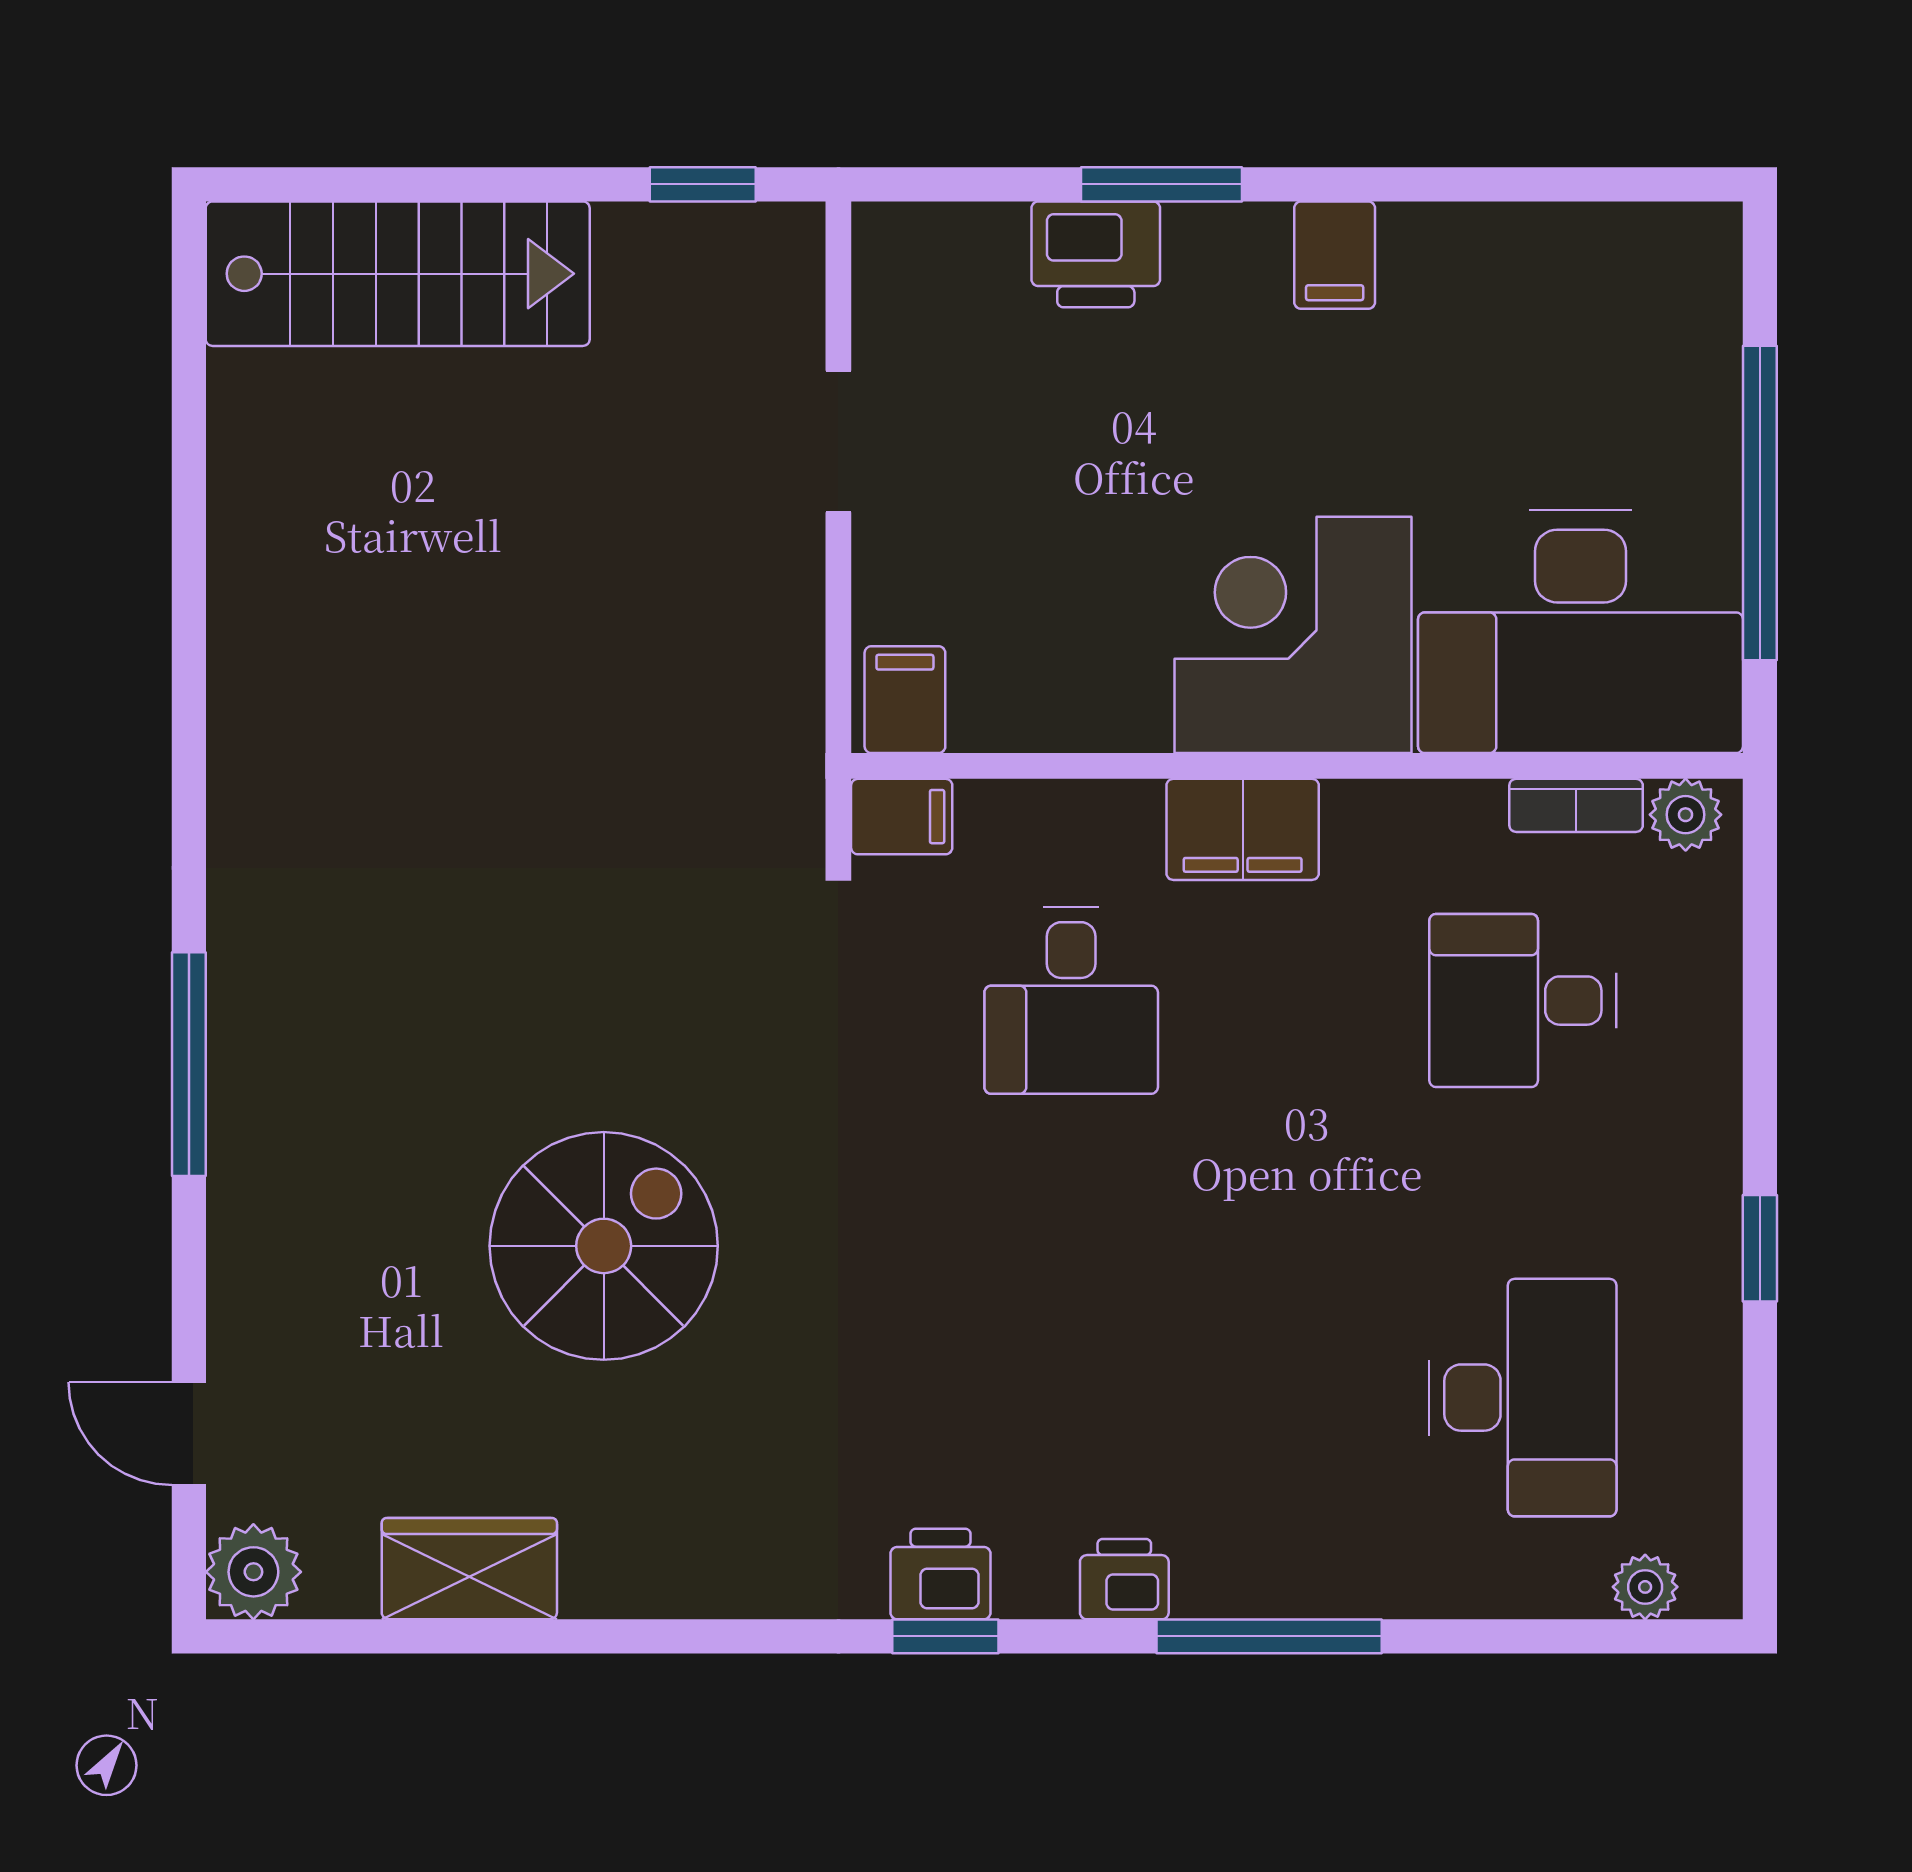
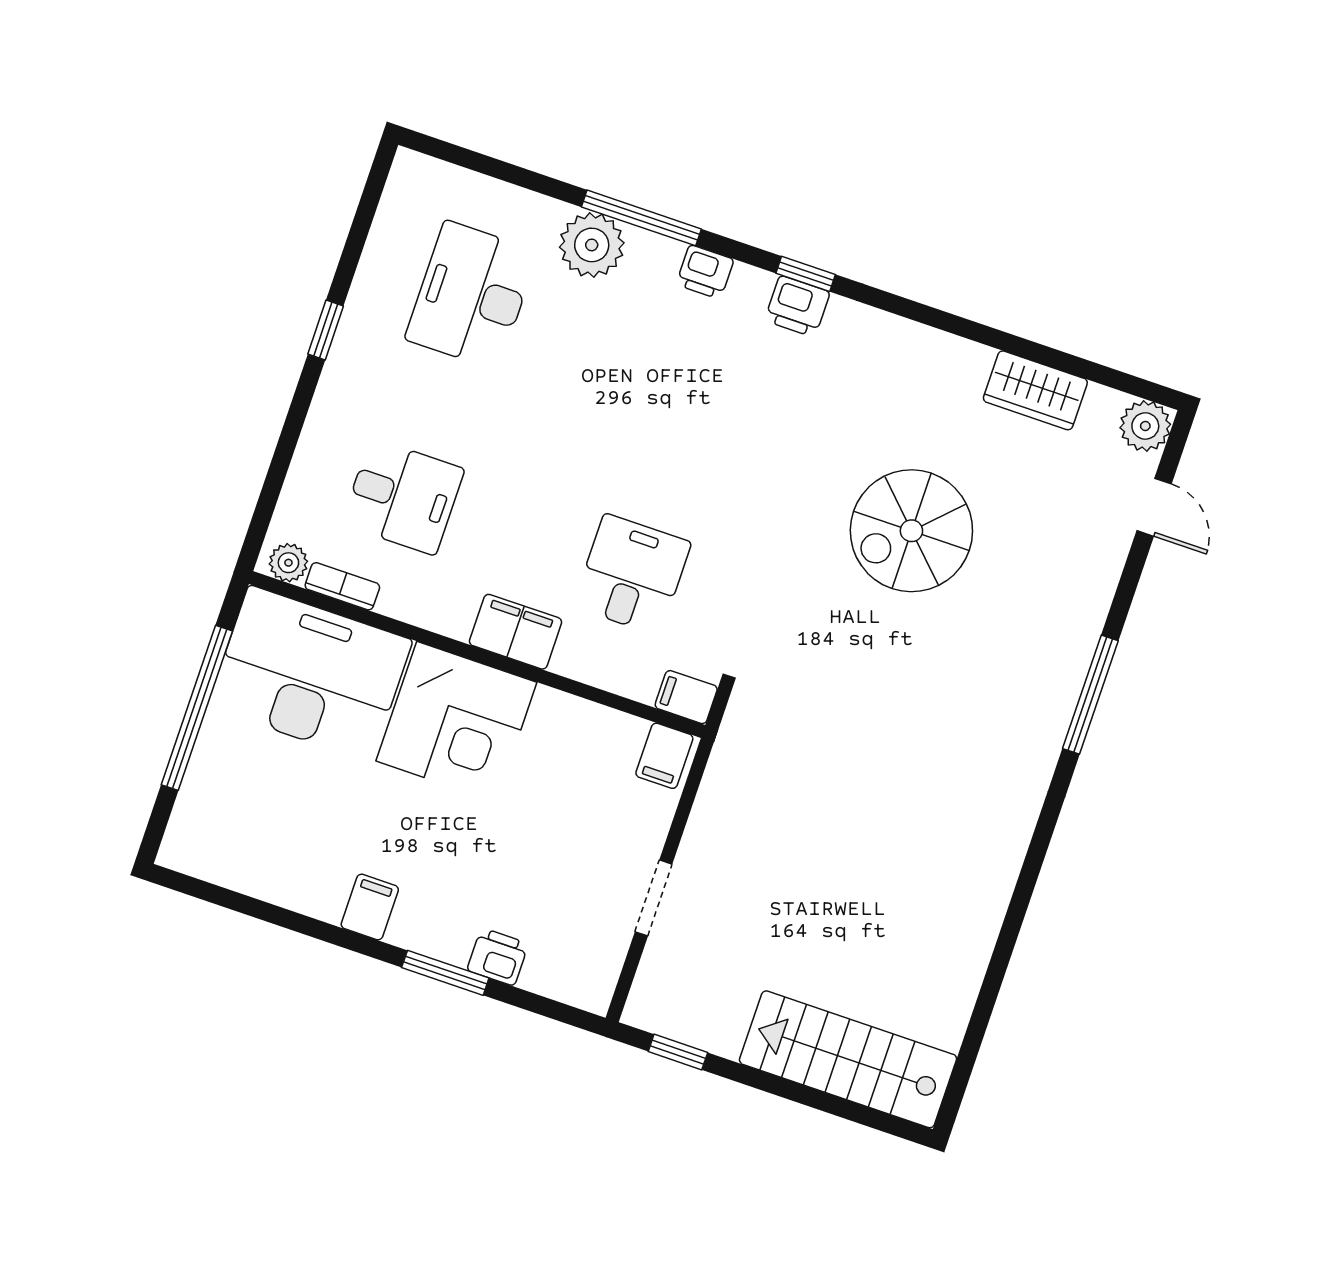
printer: (1096, 254) -> (498, 957), width x0.73, depth x0.81
plant: (1645, 1587) -> (592, 245), moved, width x1.88, depth x1.88

